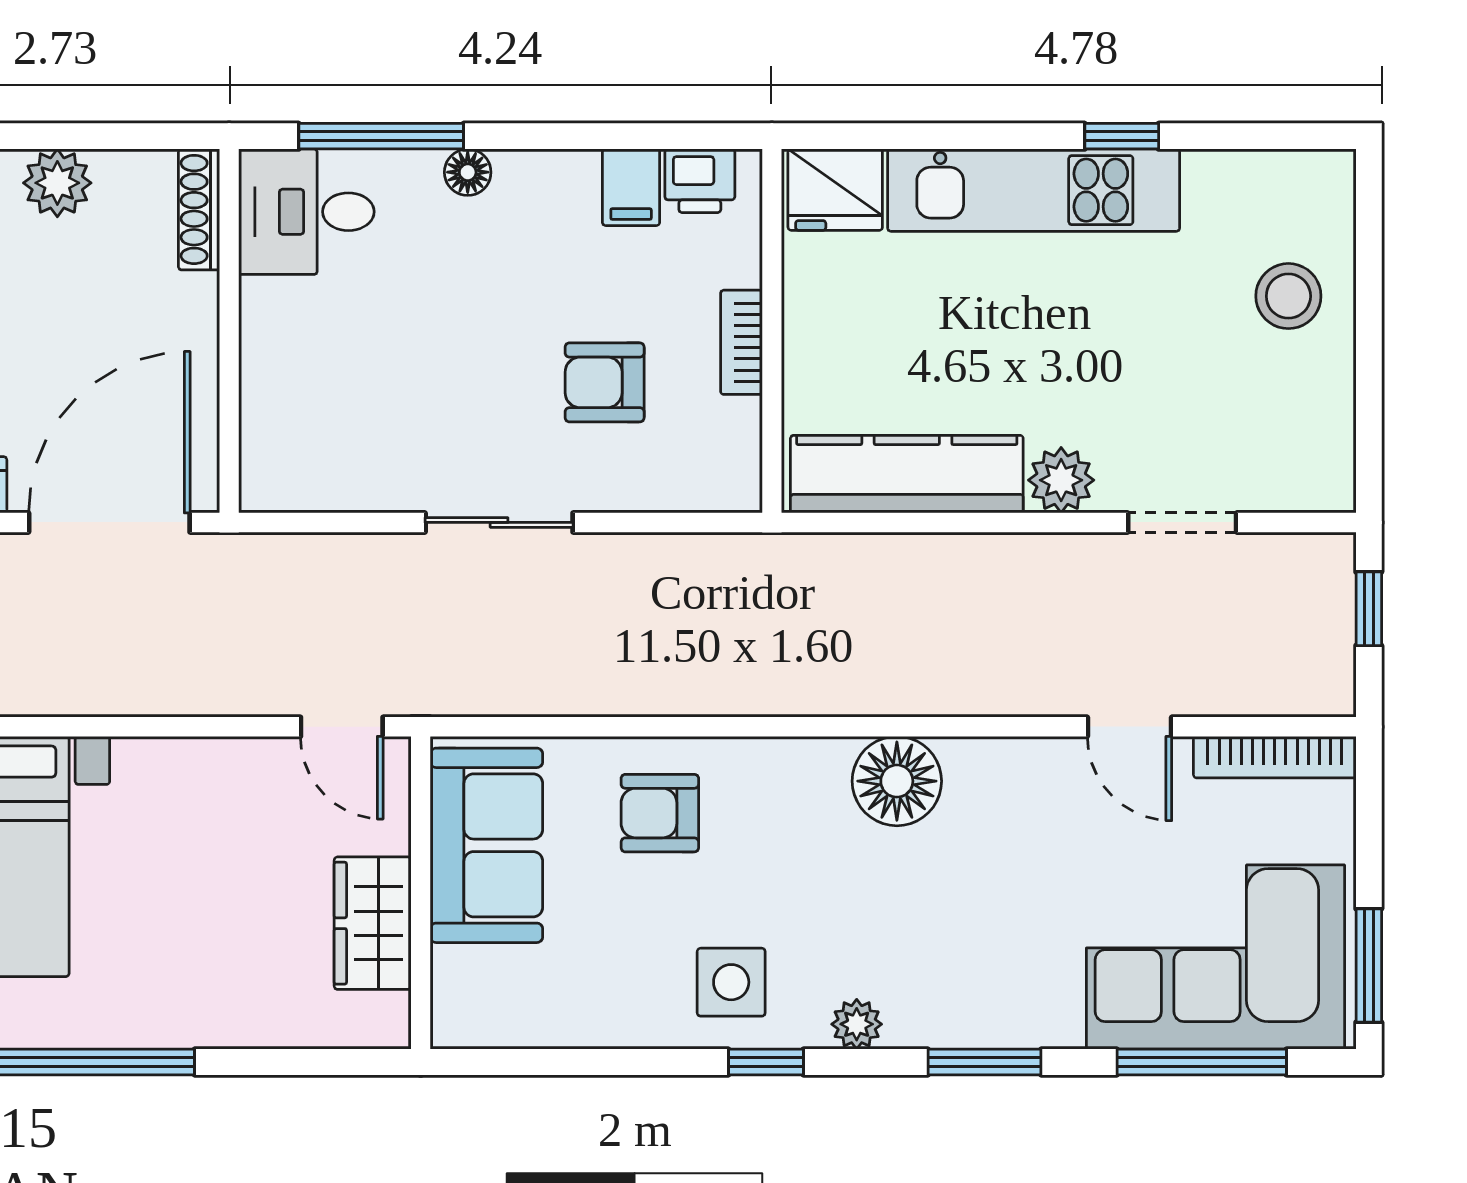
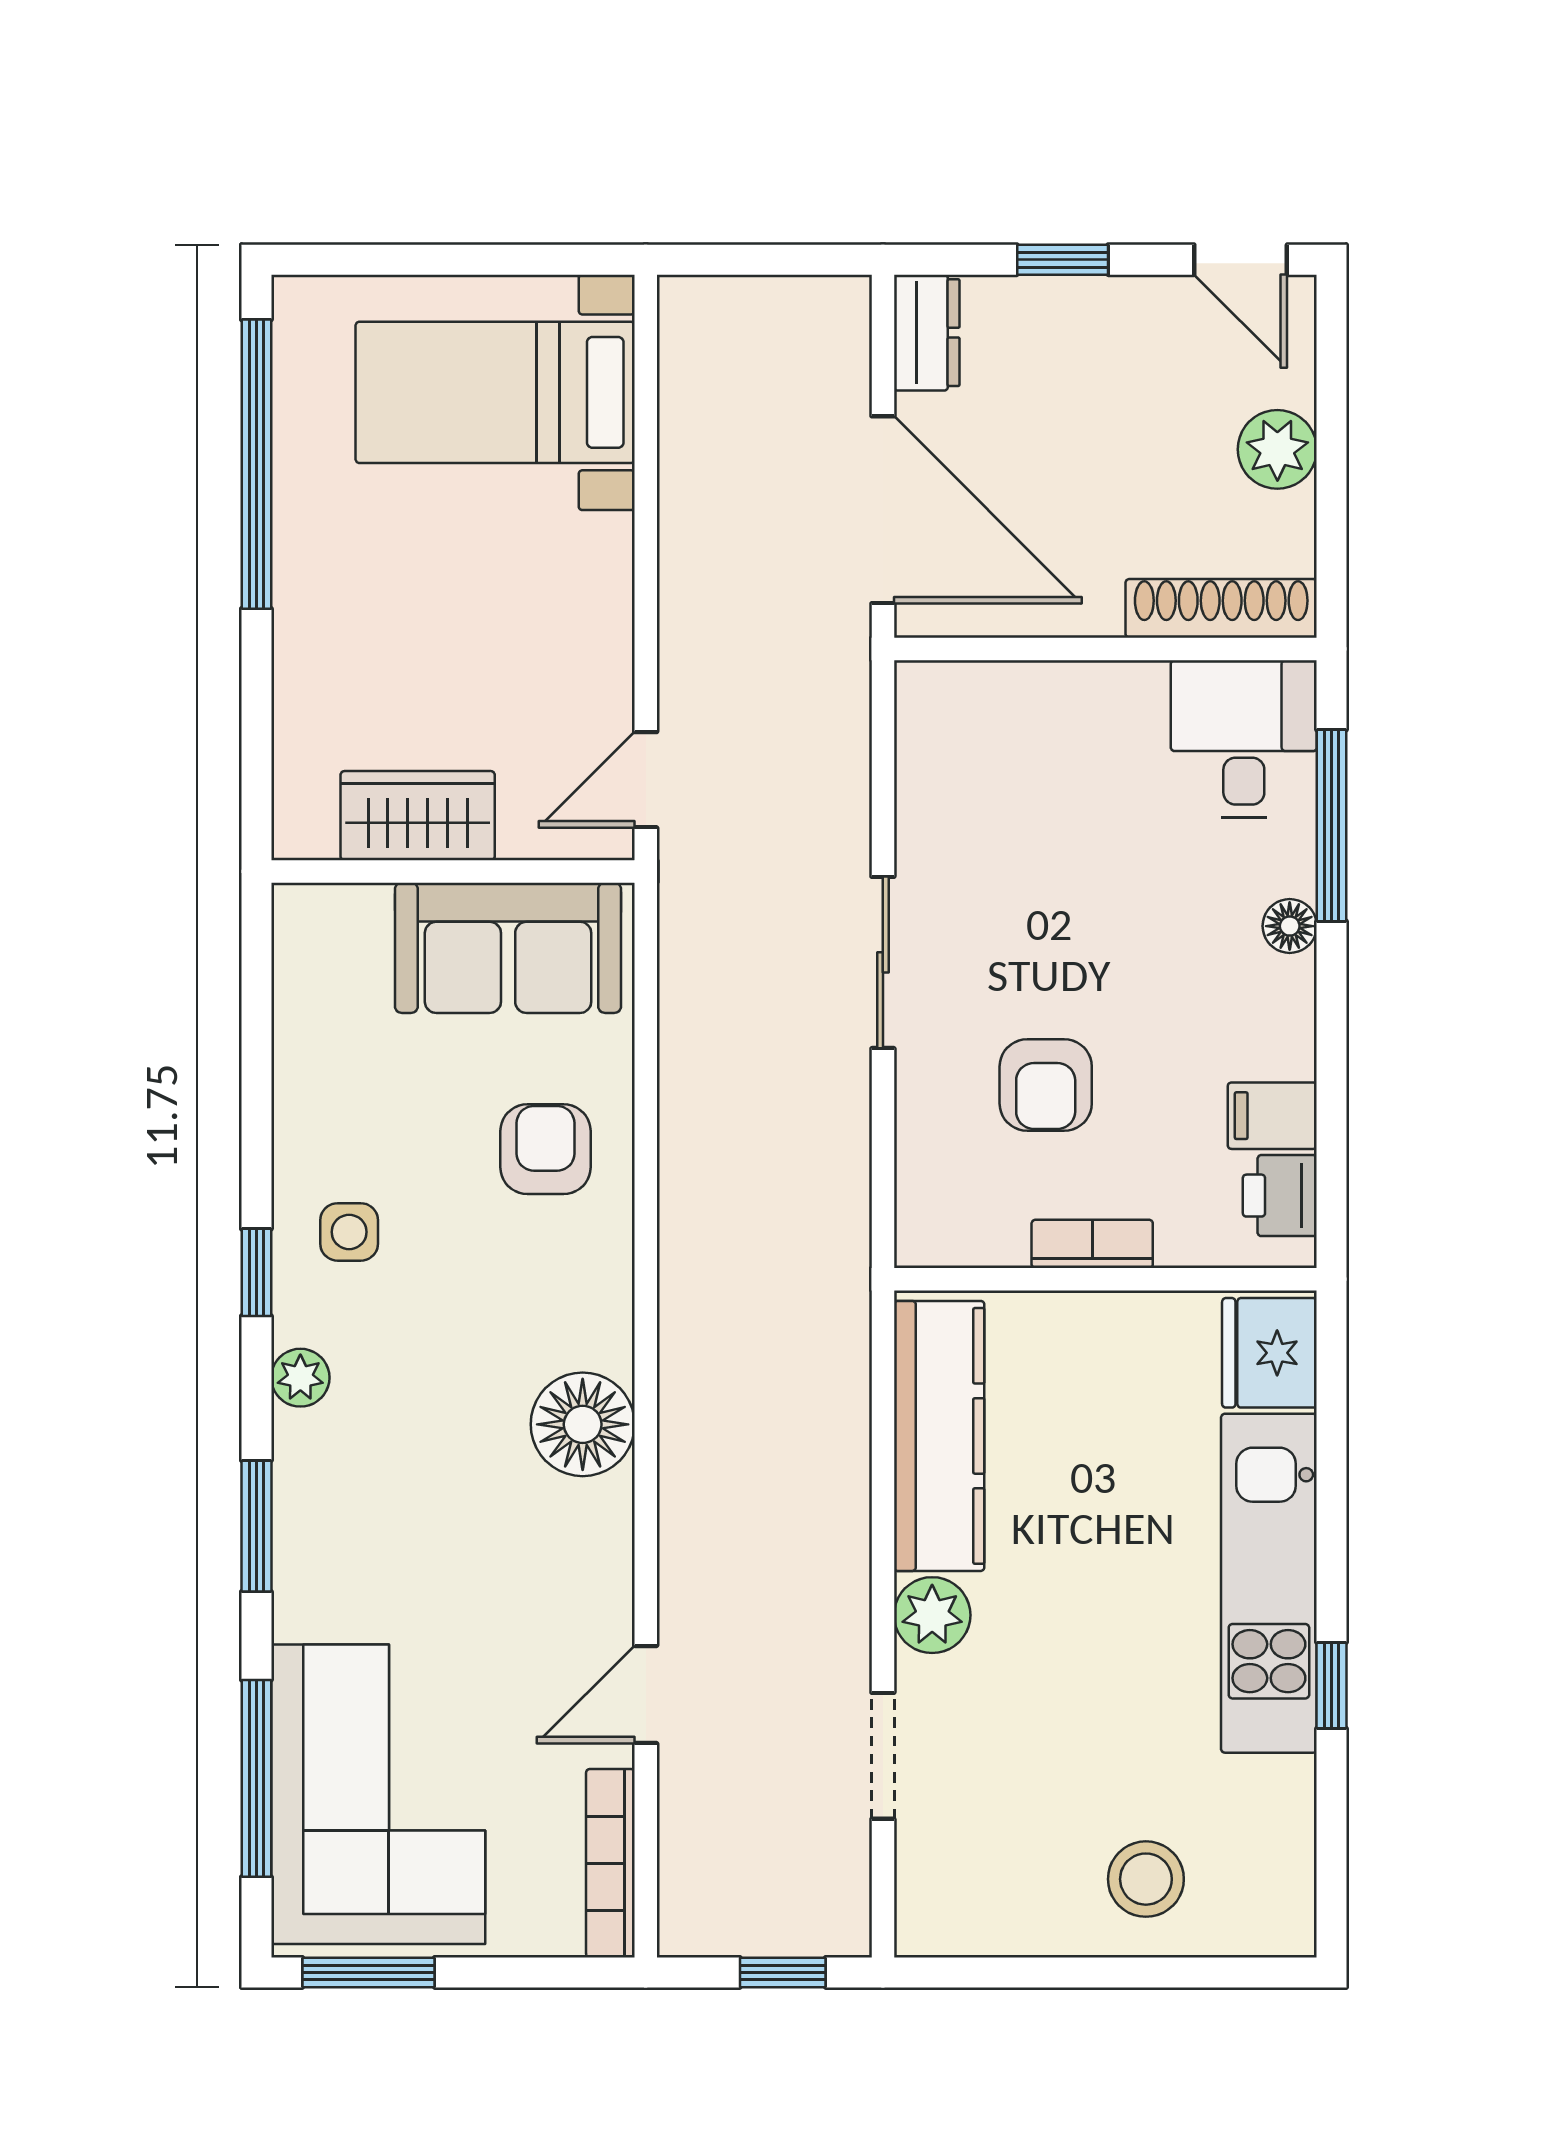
shoe rack: (199, 209) -> (1221, 608), width x1.36, depth x1.24
armchair: (605, 382) -> (1046, 1085), turned 180
side table: (731, 982) -> (349, 1232), width x0.73, depth x0.73

